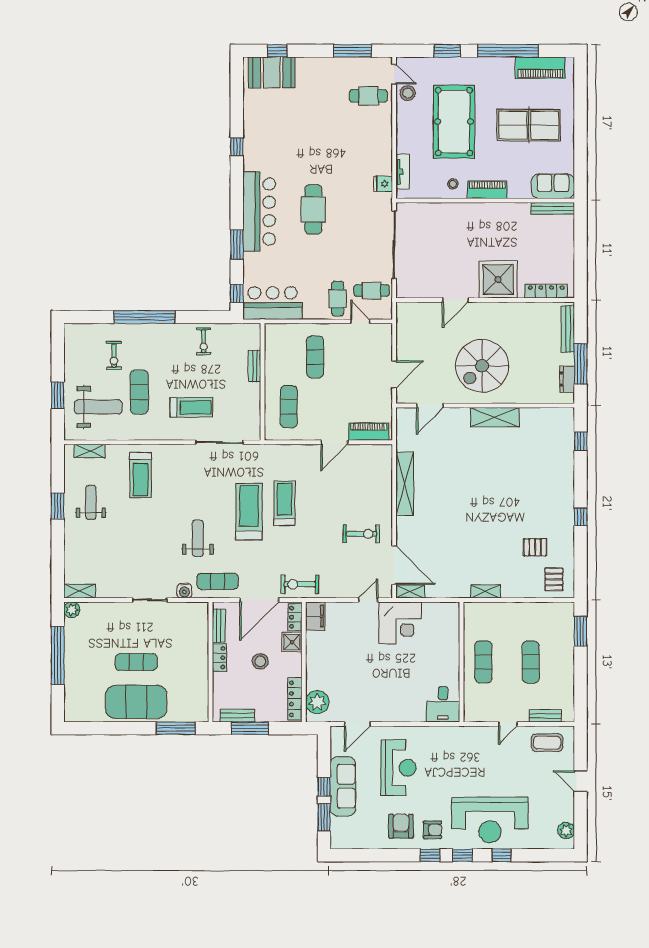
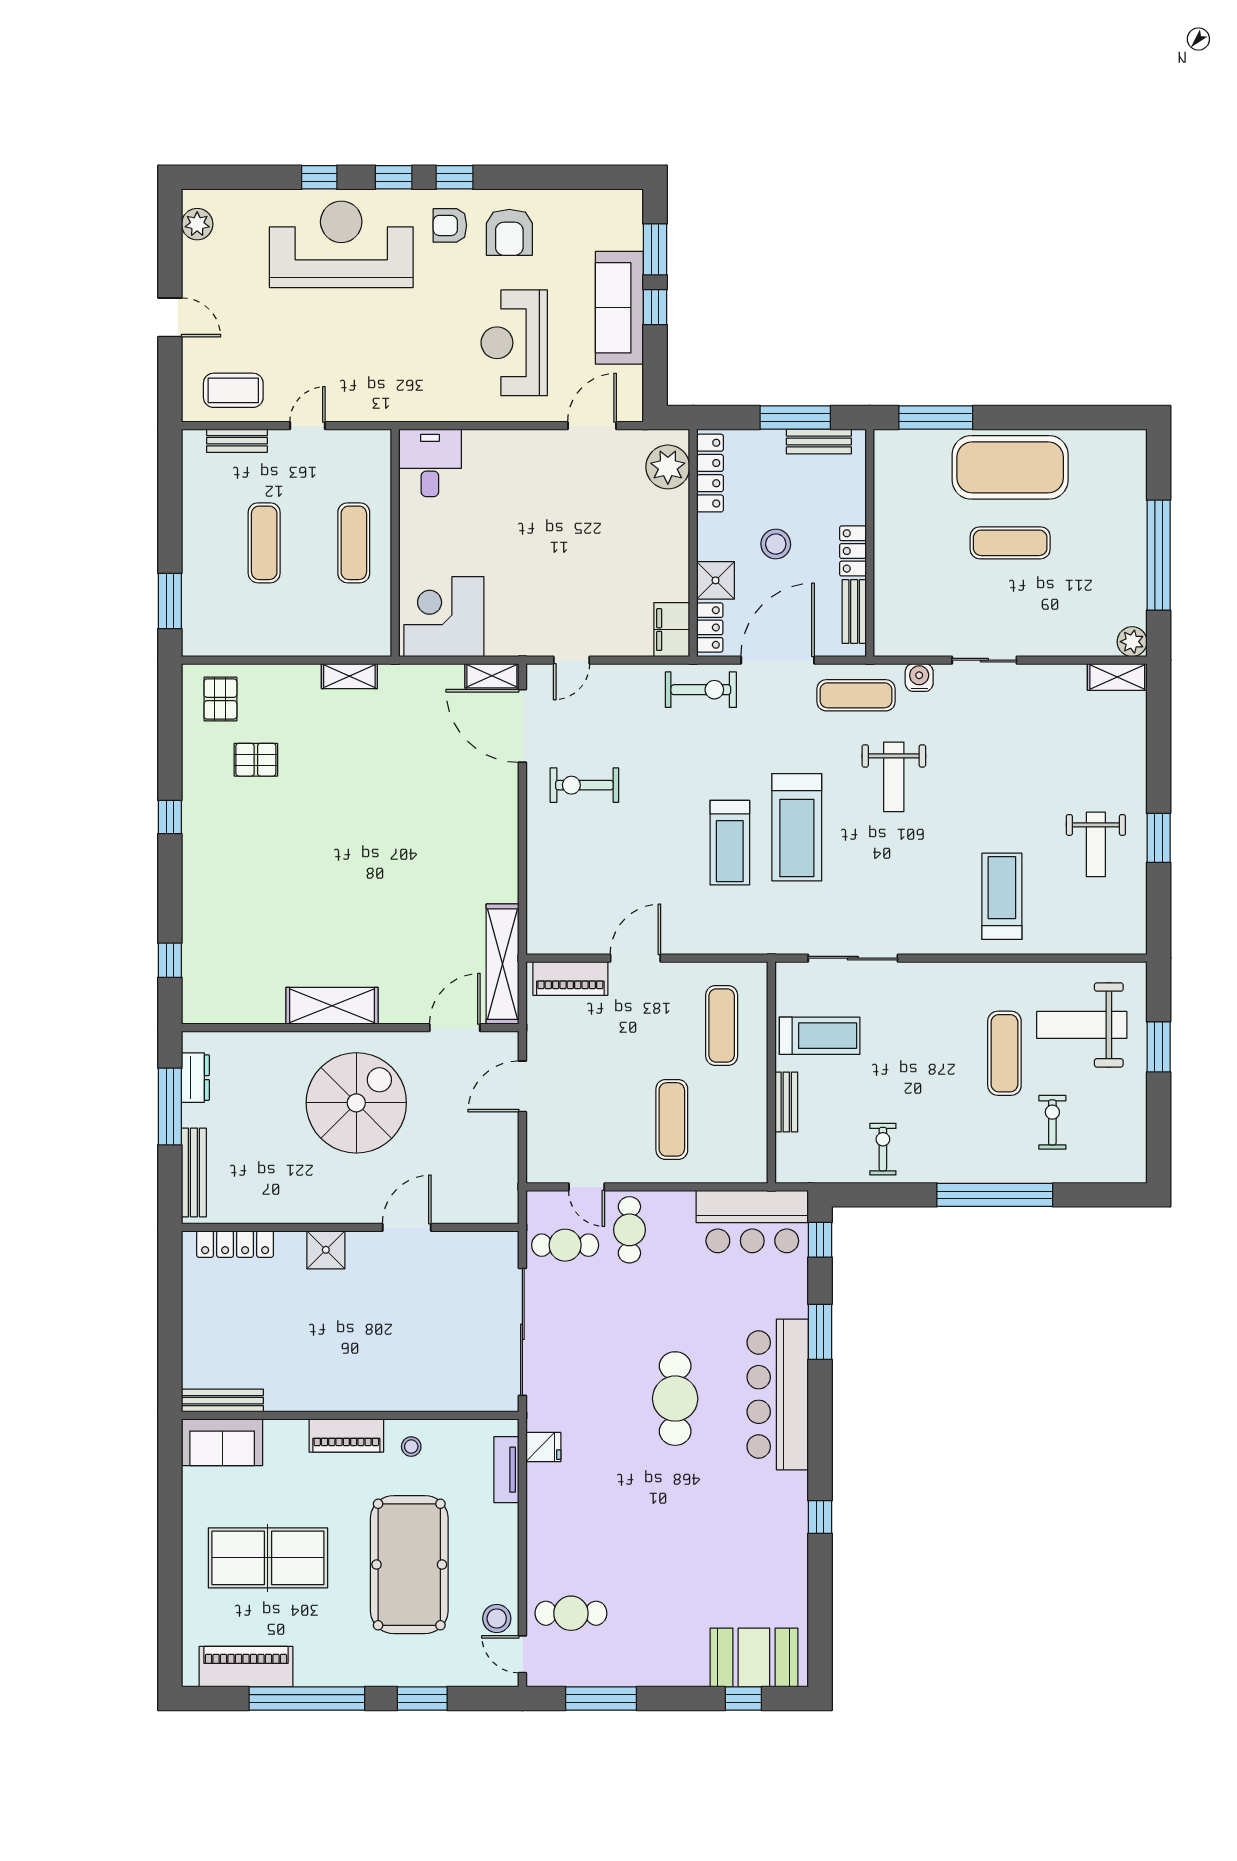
shower: (498, 279) -> (326, 1250), width x0.54, depth x0.54
treadmill: (191, 407) -> (820, 1036), moved, turned 180
shelving: (89, 451) -> (1098, 942), removed
shelving: (405, 484) -> (503, 964), moved
corner desk: (400, 623) -> (444, 617), moved

